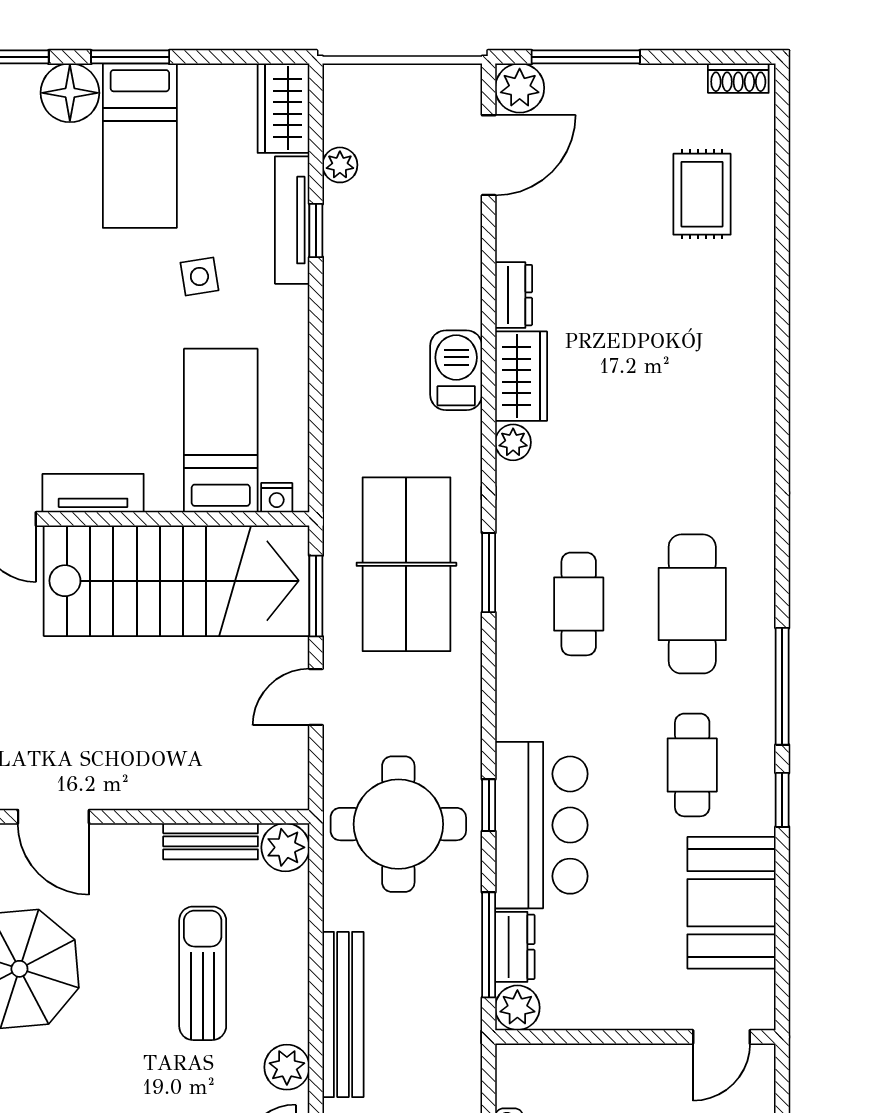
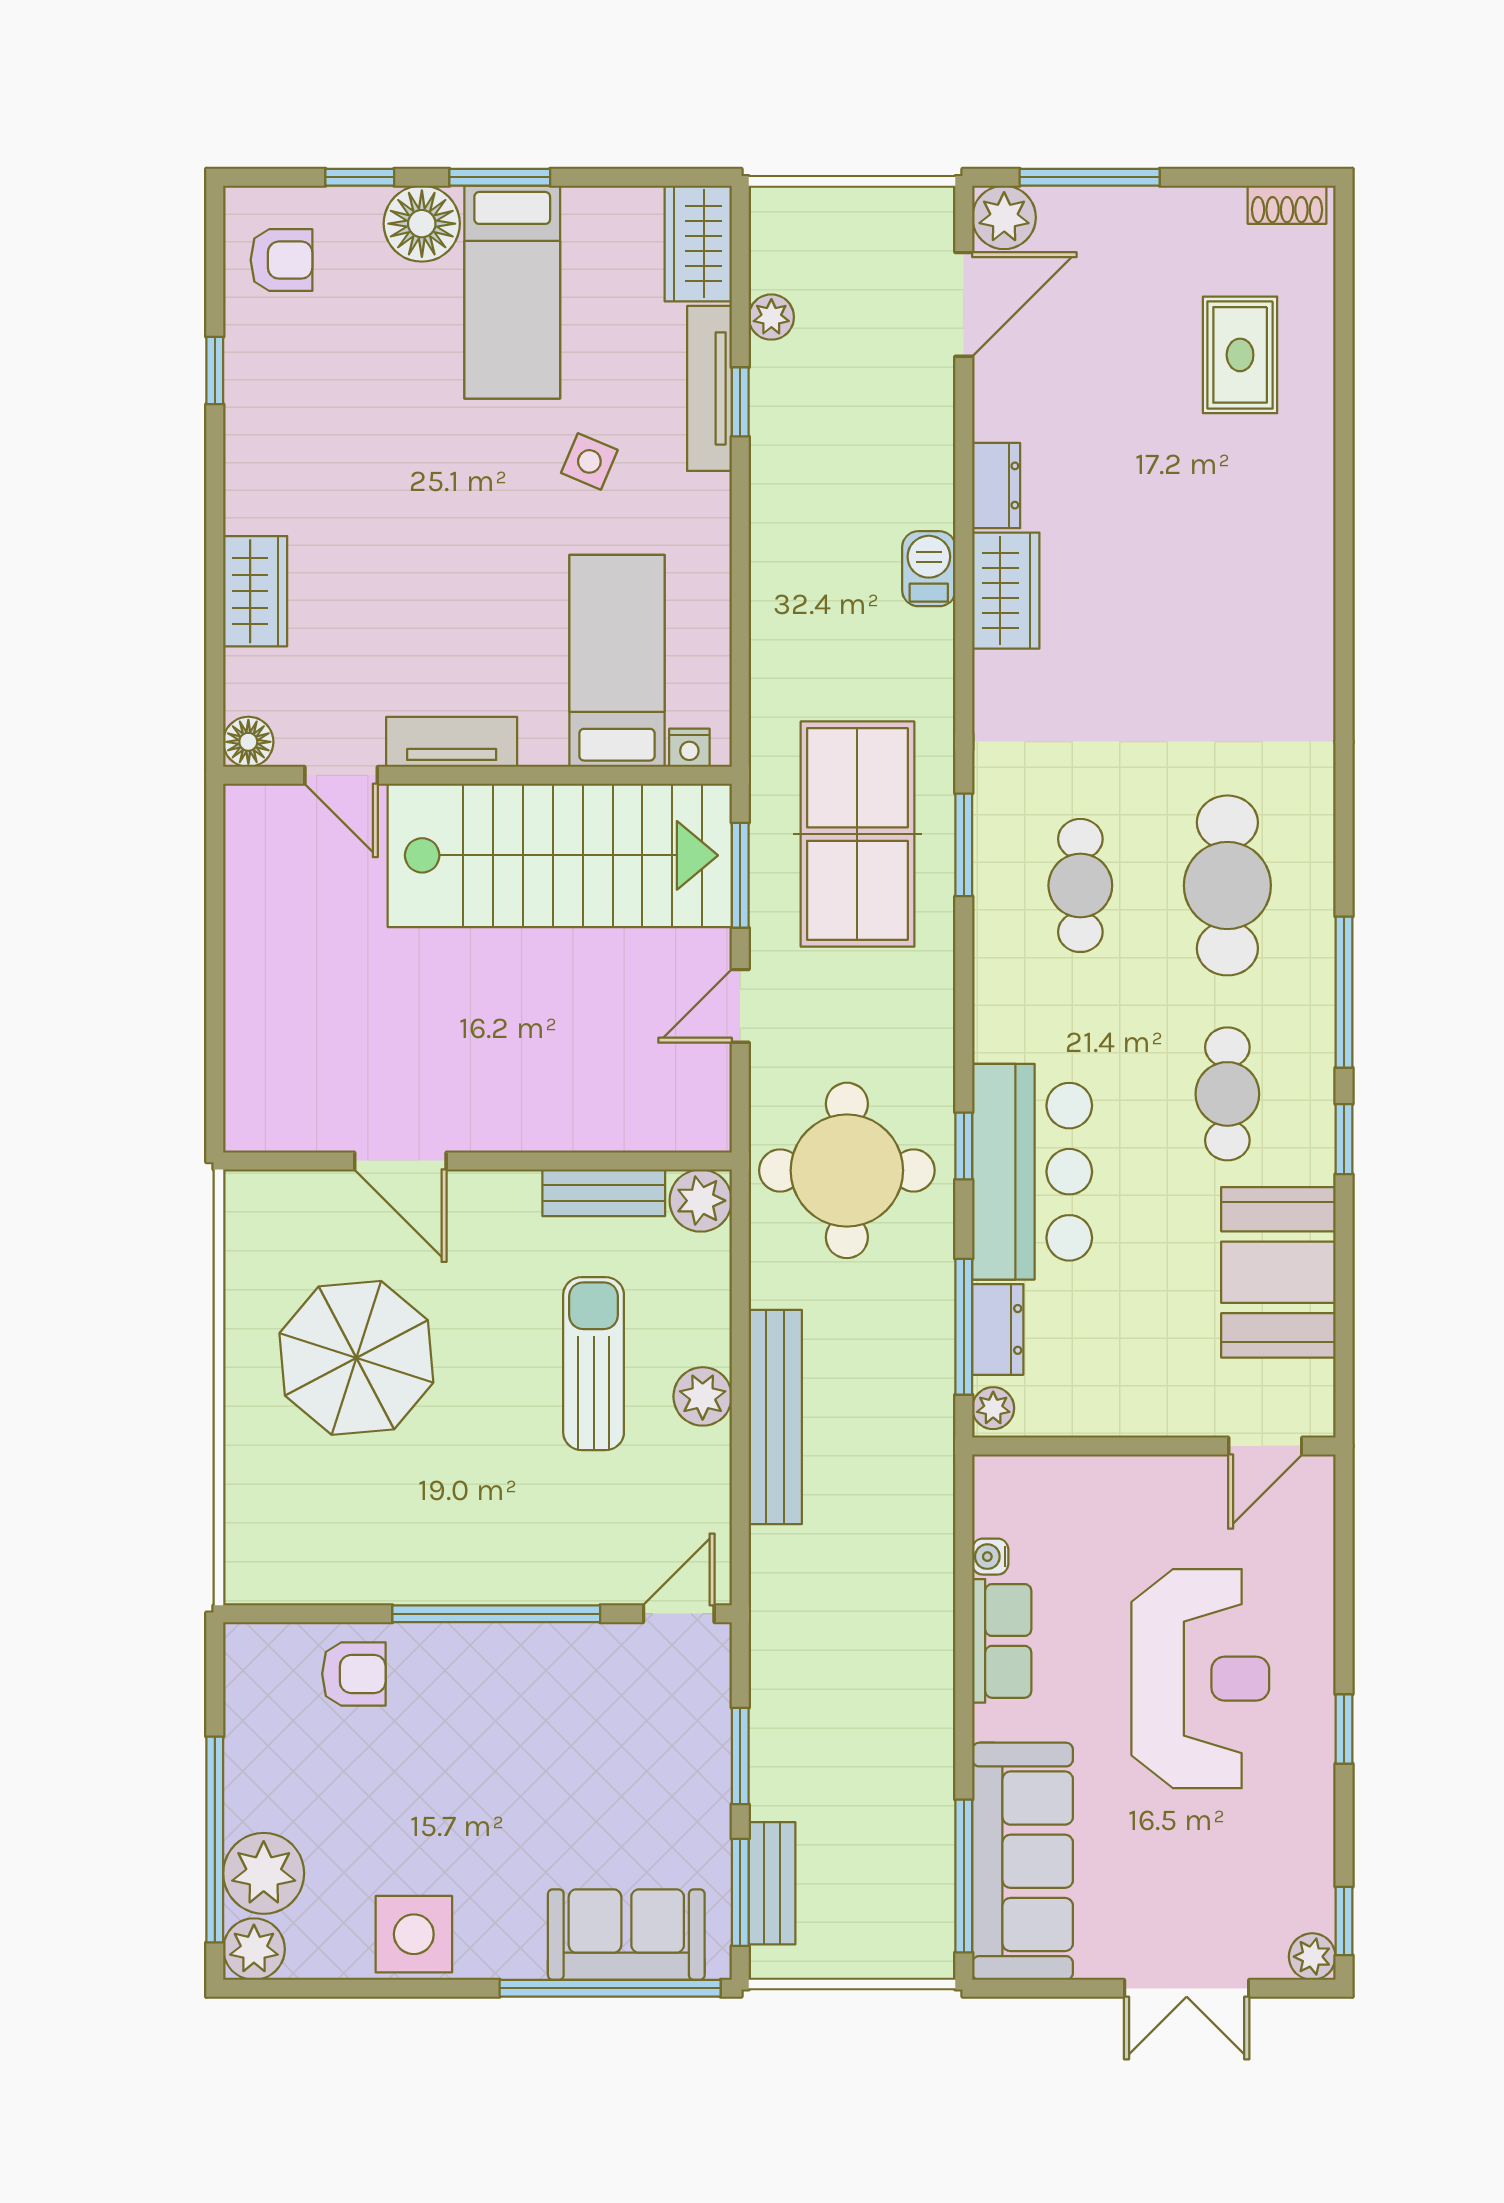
side table: (199, 276) -> (589, 461), turned 32
barbecue: (456, 370) -> (929, 569), width x0.73, depth x0.79
plant: (513, 442) -> (995, 676), removed
plant: (517, 1008) -> (993, 1408), width x0.73, depth x0.73
plant: (287, 1067) -> (703, 1396), moved

